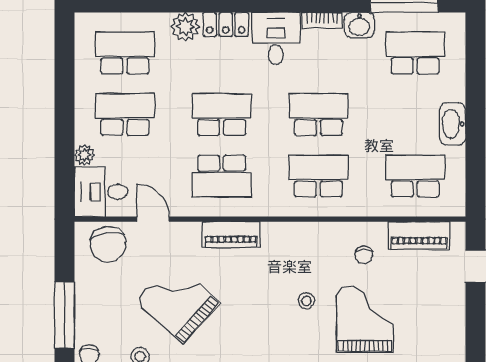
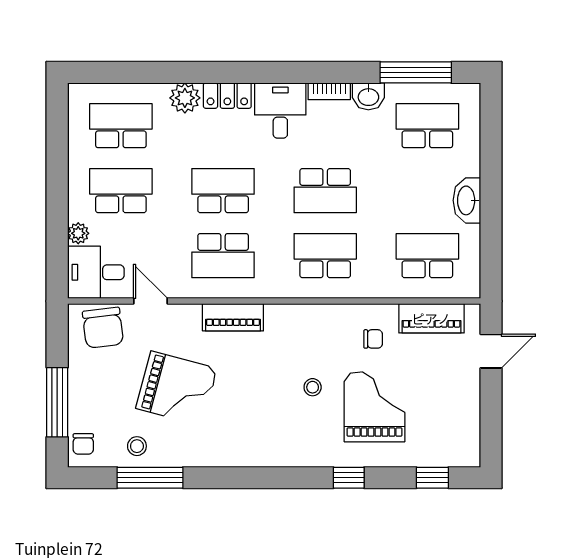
school desk: (318, 114) -> (325, 191), turned 180
chair: (364, 255) -> (373, 339), turned -90
grand piano: (178, 302) -> (177, 388), turned 153

